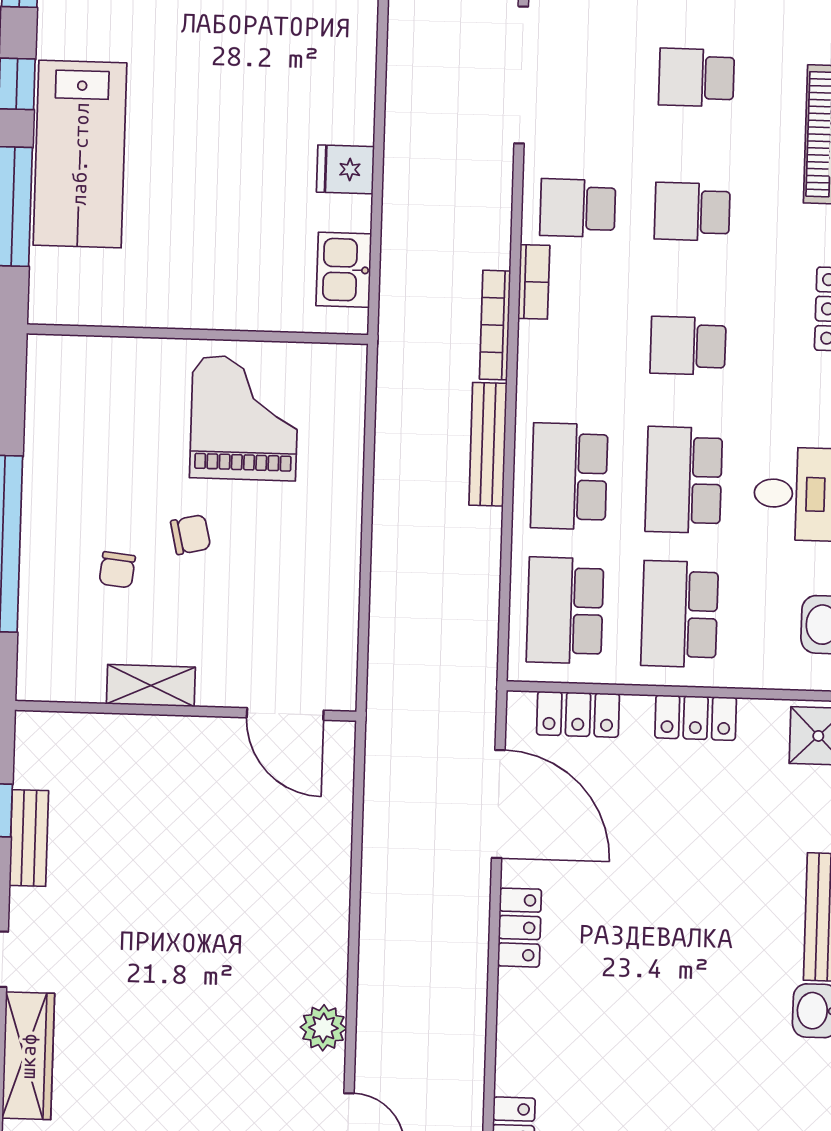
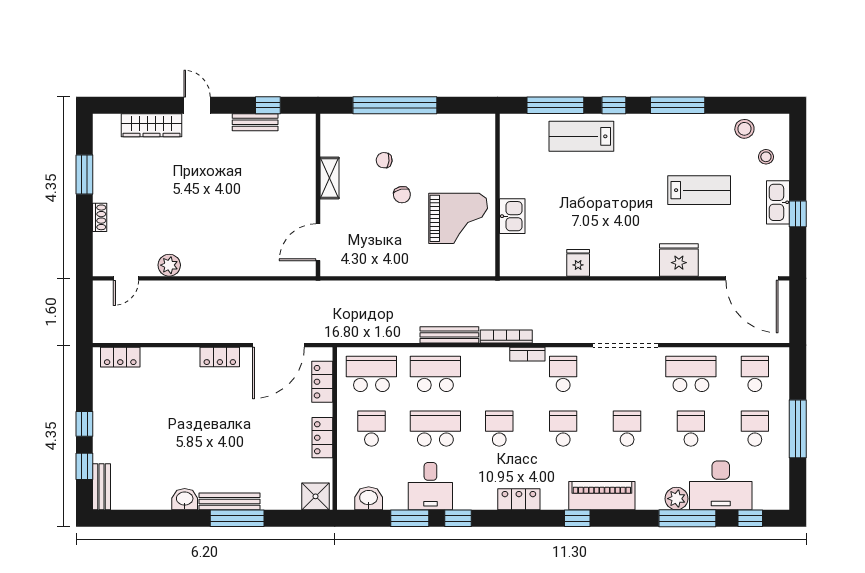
lab bench: (80, 154) -> (581, 136), width x0.73, depth x0.72
kitchen sink: (344, 270) -> (512, 216), moved, turned 90
school desk: (680, 614) -> (371, 429), width x0.54

